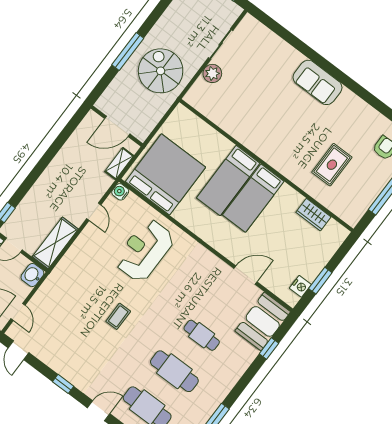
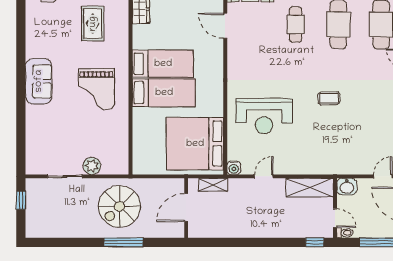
door: (117, 126) -> (186, 207), swing flipped
grand piano: (274, 126) -> (96, 89), added
rug: (332, 165) -> (93, 24), turned 90

